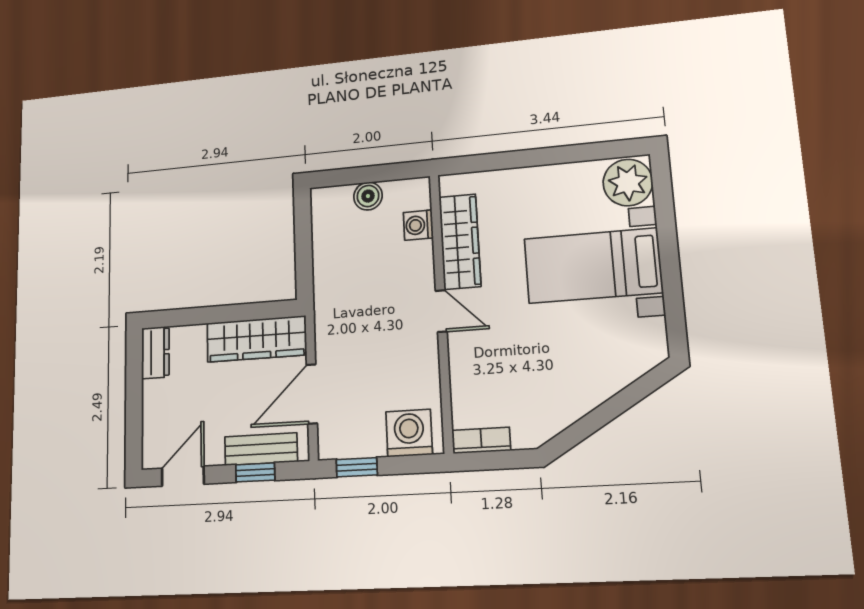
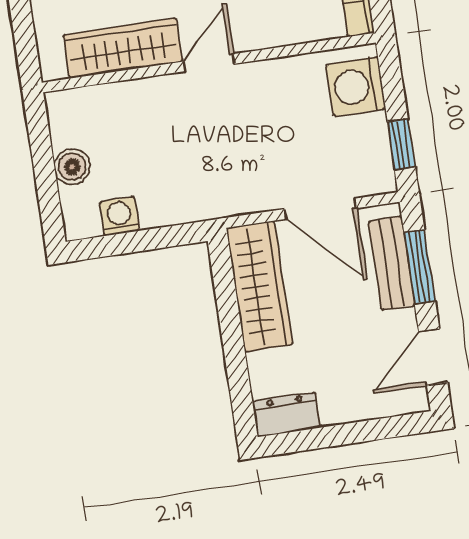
washing machine: (418, 225) -> (119, 216), moved, turned 180
window: (255, 472) -> (420, 267), width x1.50
door: (183, 476) -> (433, 357), hinge flipped

